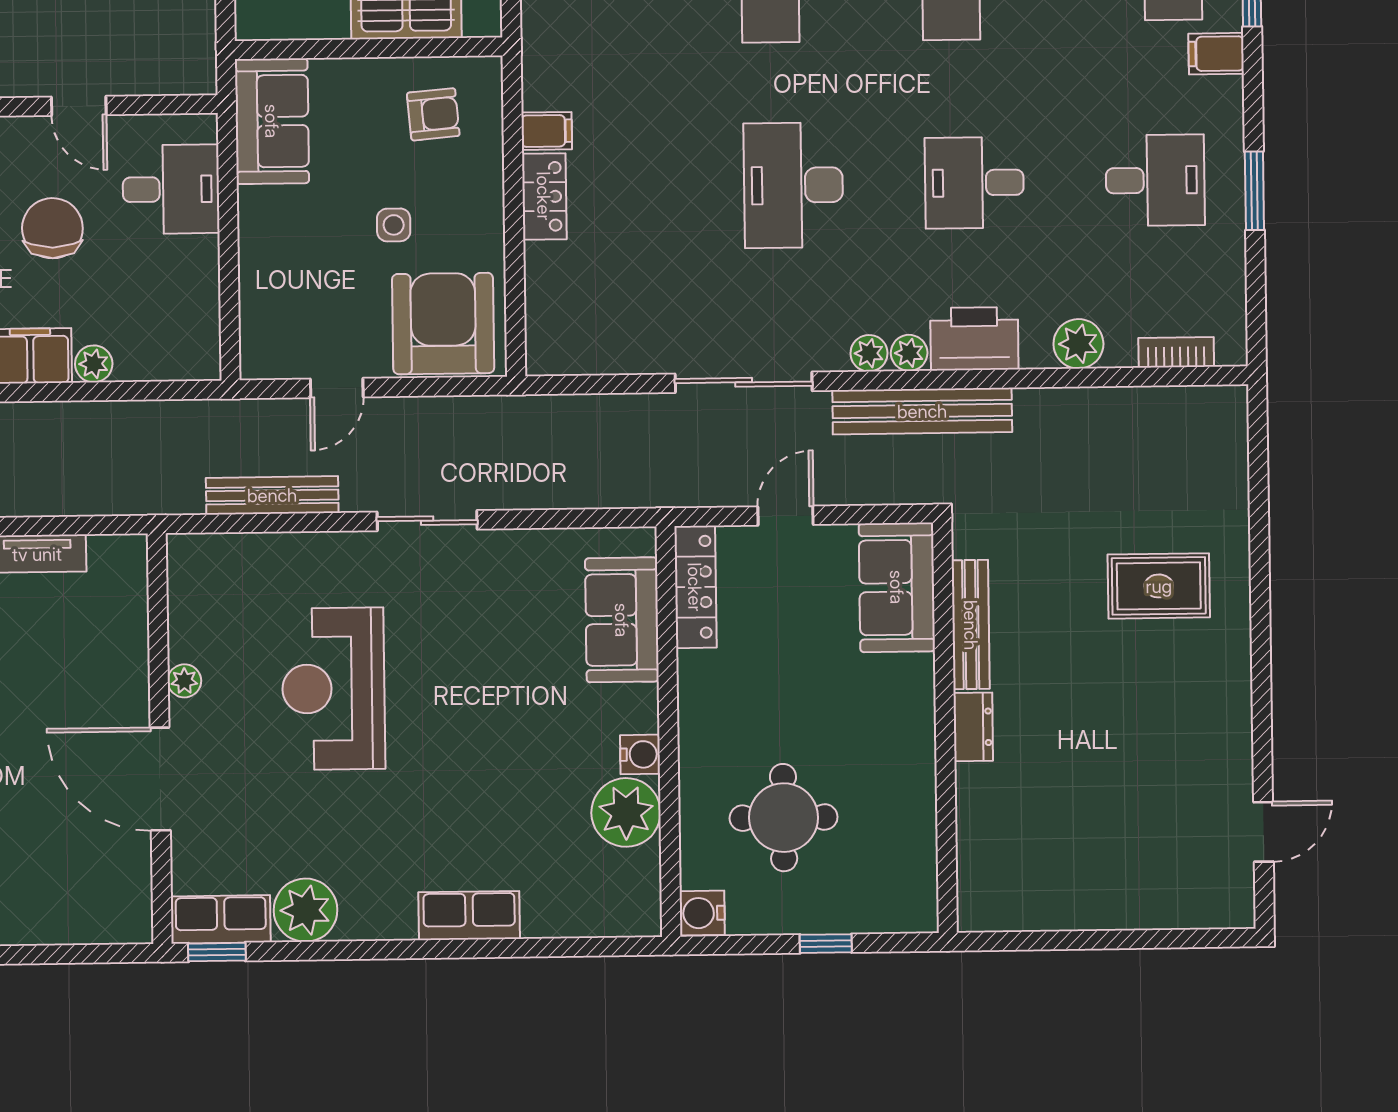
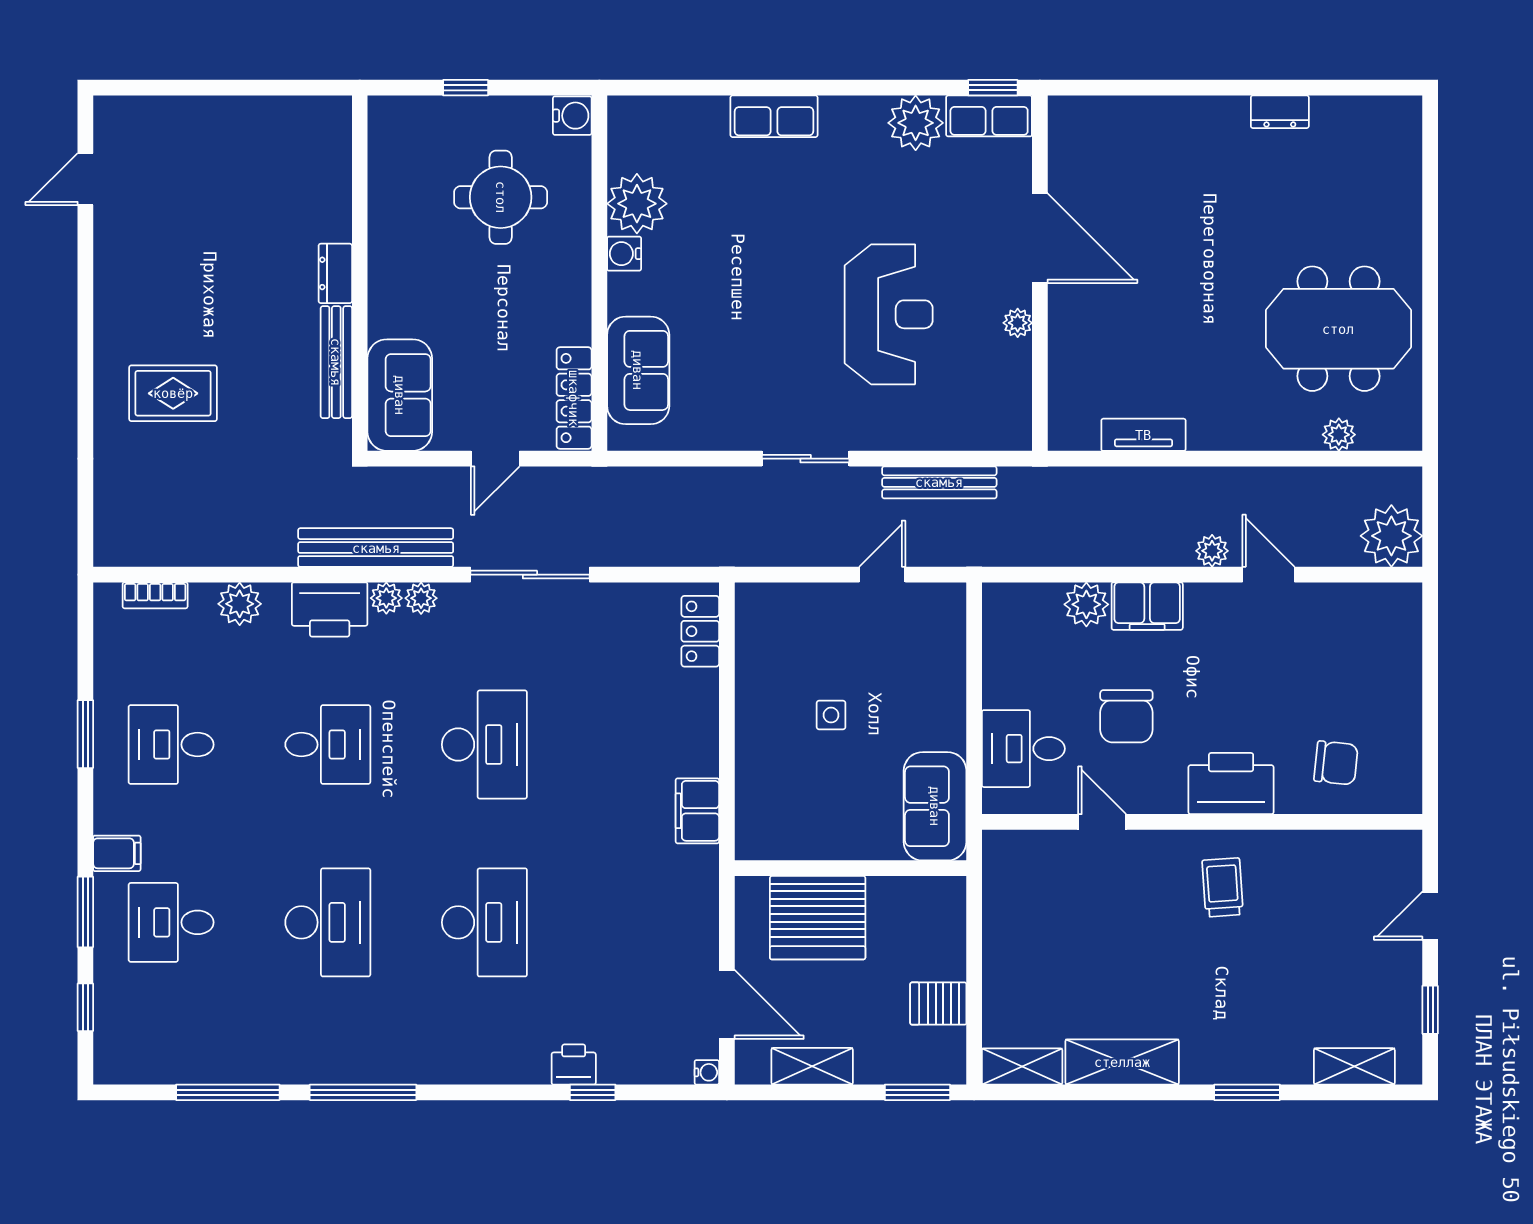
armchair: (433, 114) -> (795, 810), removed
filing cabinet: (547, 131) -> (697, 811), width x2.00
locker: (544, 196) -> (700, 631), moved
armchair: (443, 324) -> (789, 629), removed
plant: (94, 364) -> (1086, 604), width x1.38, depth x1.38

